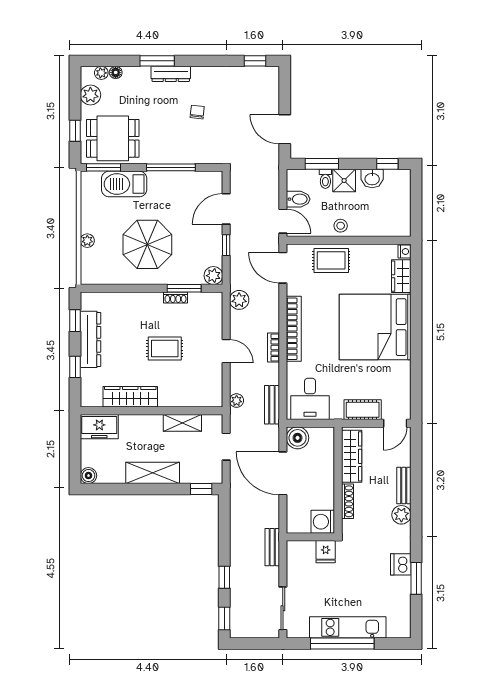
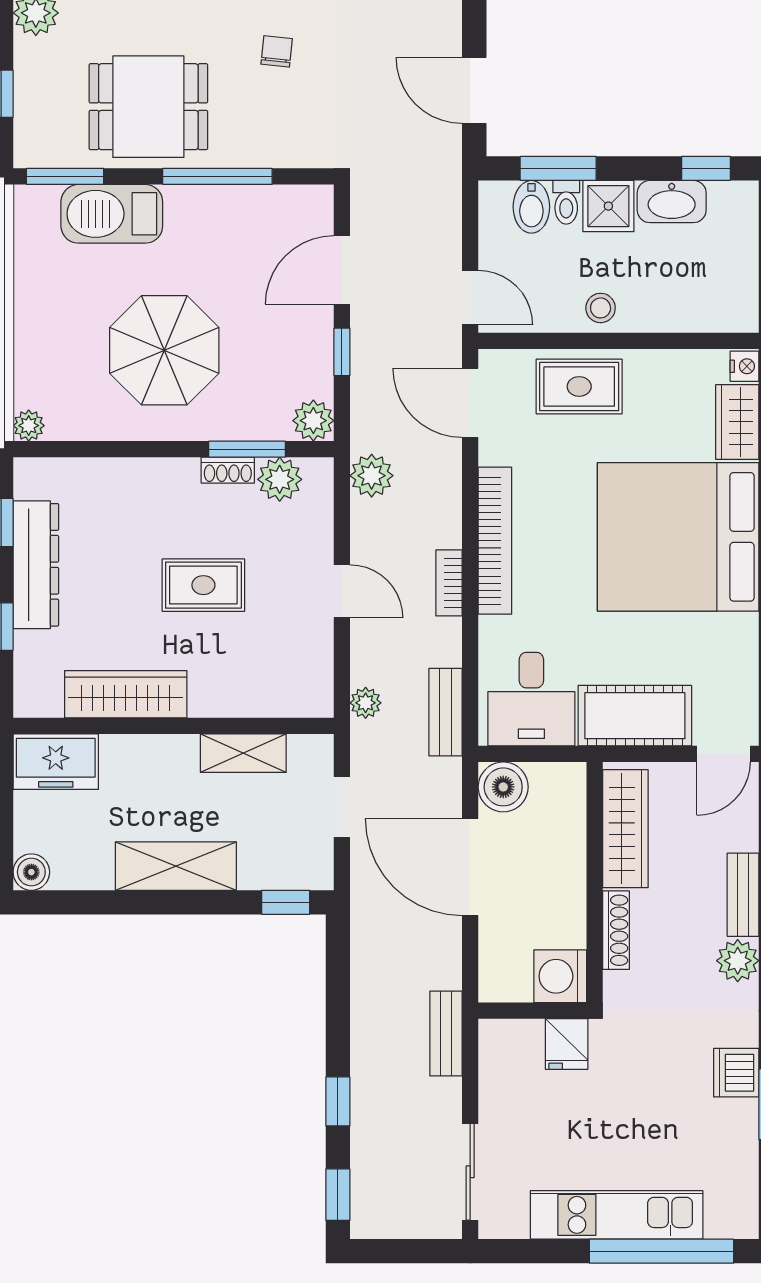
dining table: (113, 138) -> (148, 107), moved
washbasin: (372, 179) -> (672, 202), width x1.38
bidet: (298, 199) -> (531, 207), moved, turned 90
plant: (87, 241) -> (29, 426), moved
plant: (199, 302) -> (280, 479), added
cot: (363, 410) -> (635, 716), width x1.37, depth x1.34
window: (342, 644) -> (661, 1251), moved

